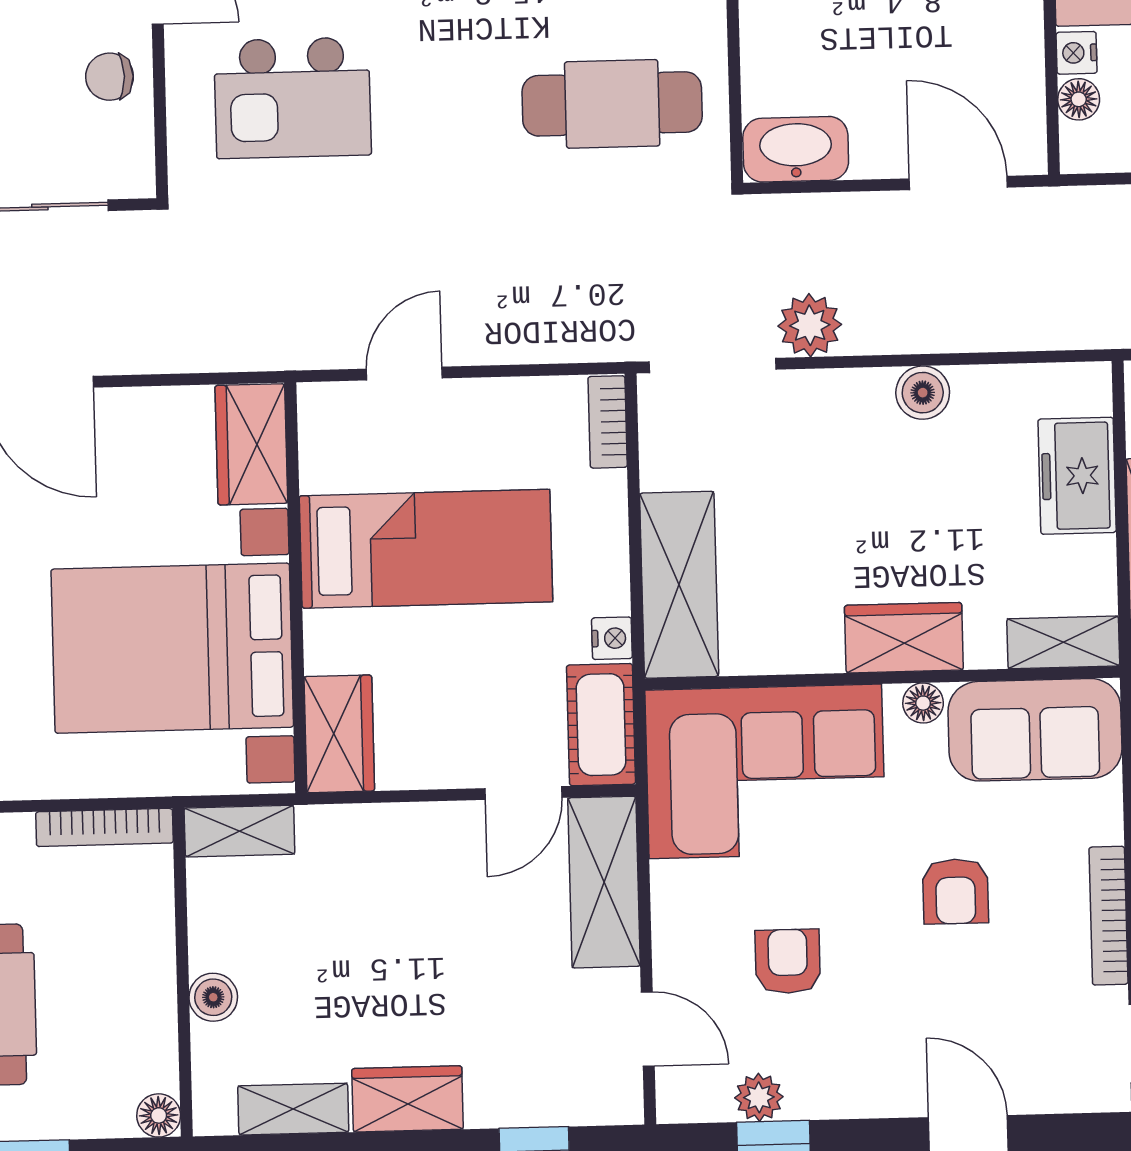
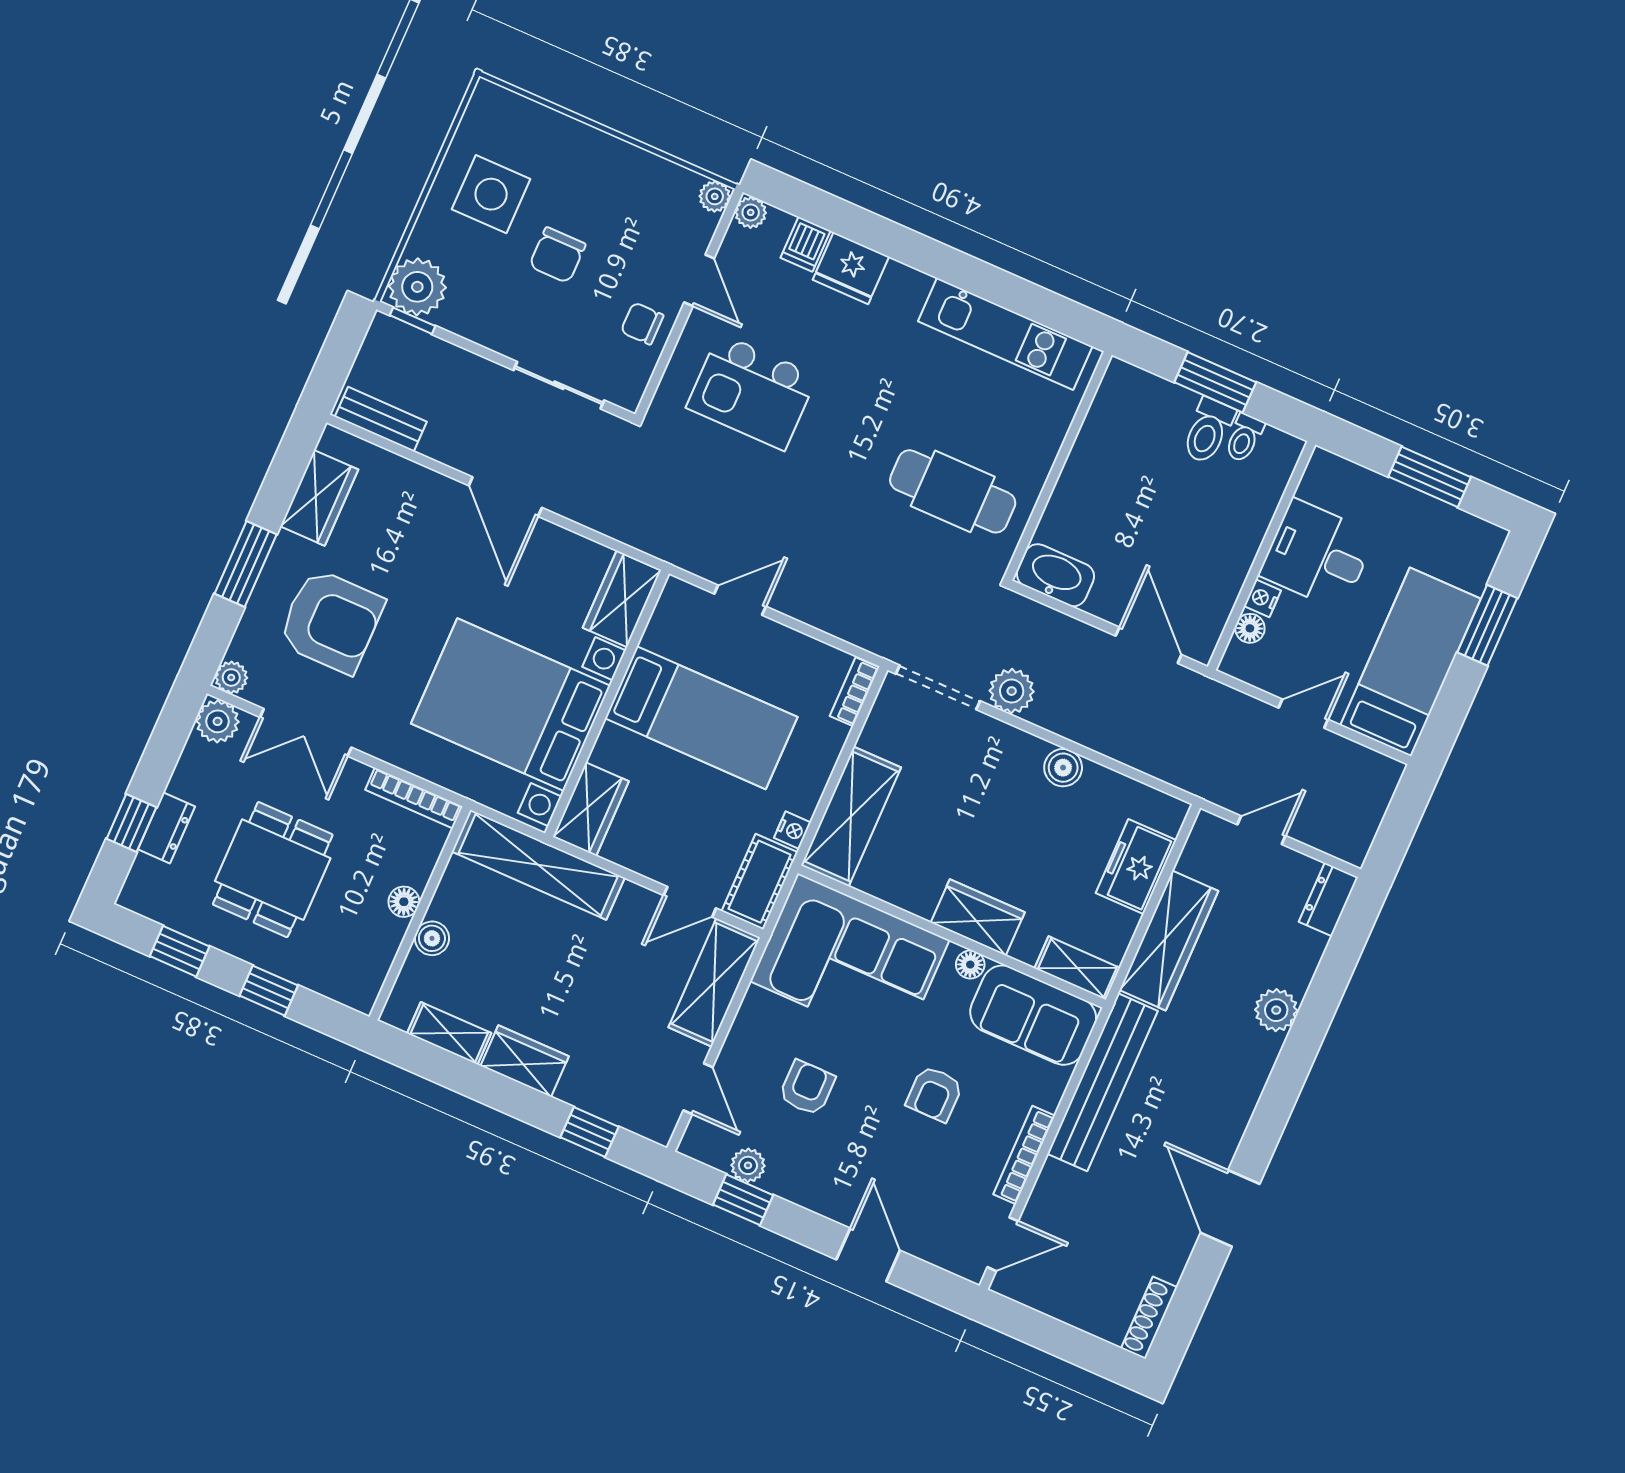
shelving: (239, 831) -> (538, 865), width x2.20, depth x1.33
floor lamp: (159, 1115) -> (404, 902), moved

